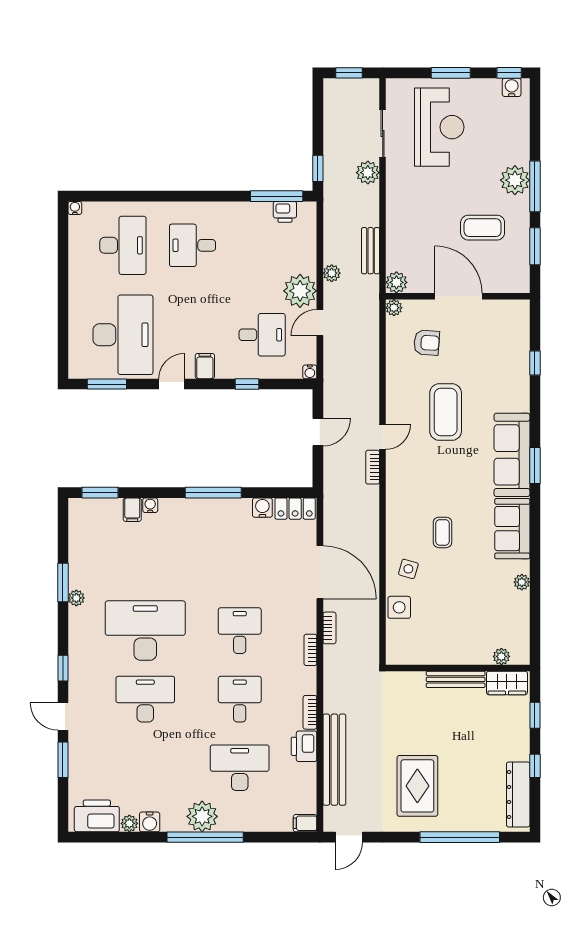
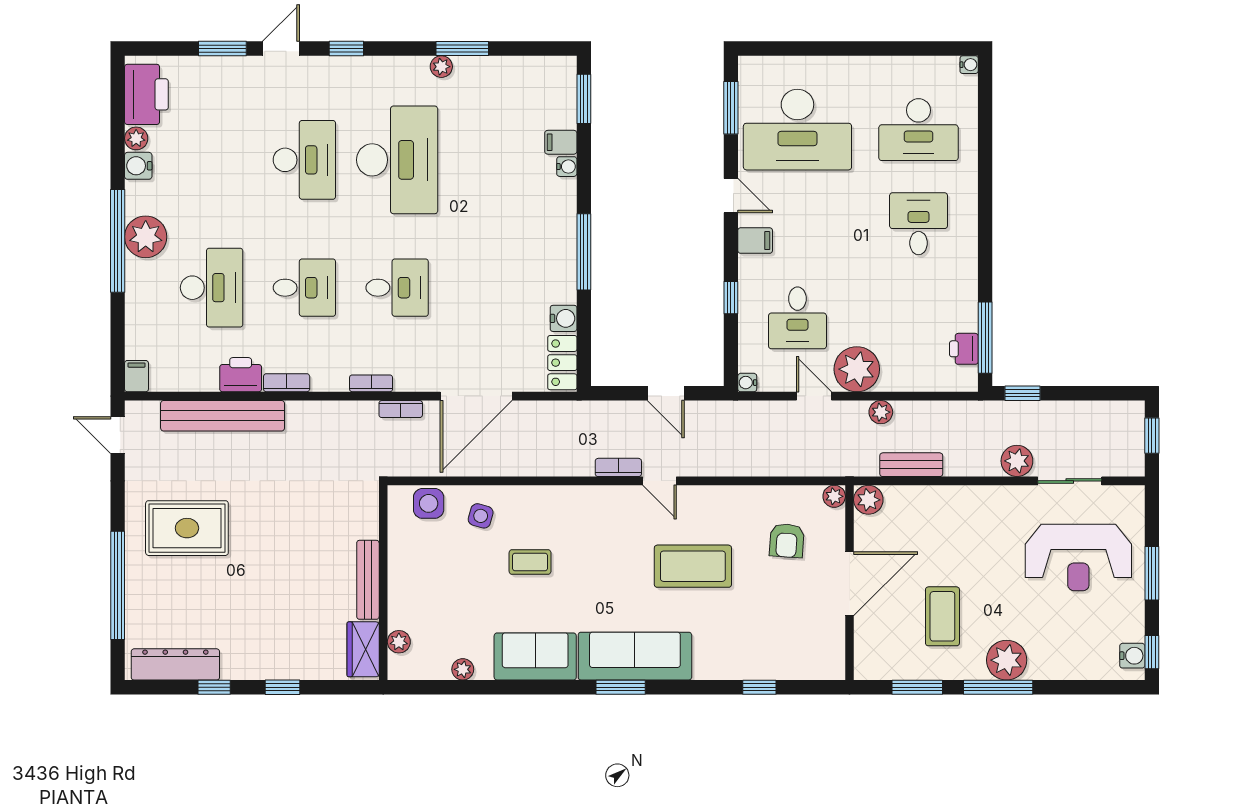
plant: (501, 656) -> (399, 642), moved
wall: (458, 668) -> (383, 583), moved
bench: (456, 679) -> (368, 580), moved
wardrobe: (507, 683) -> (363, 649), moved

